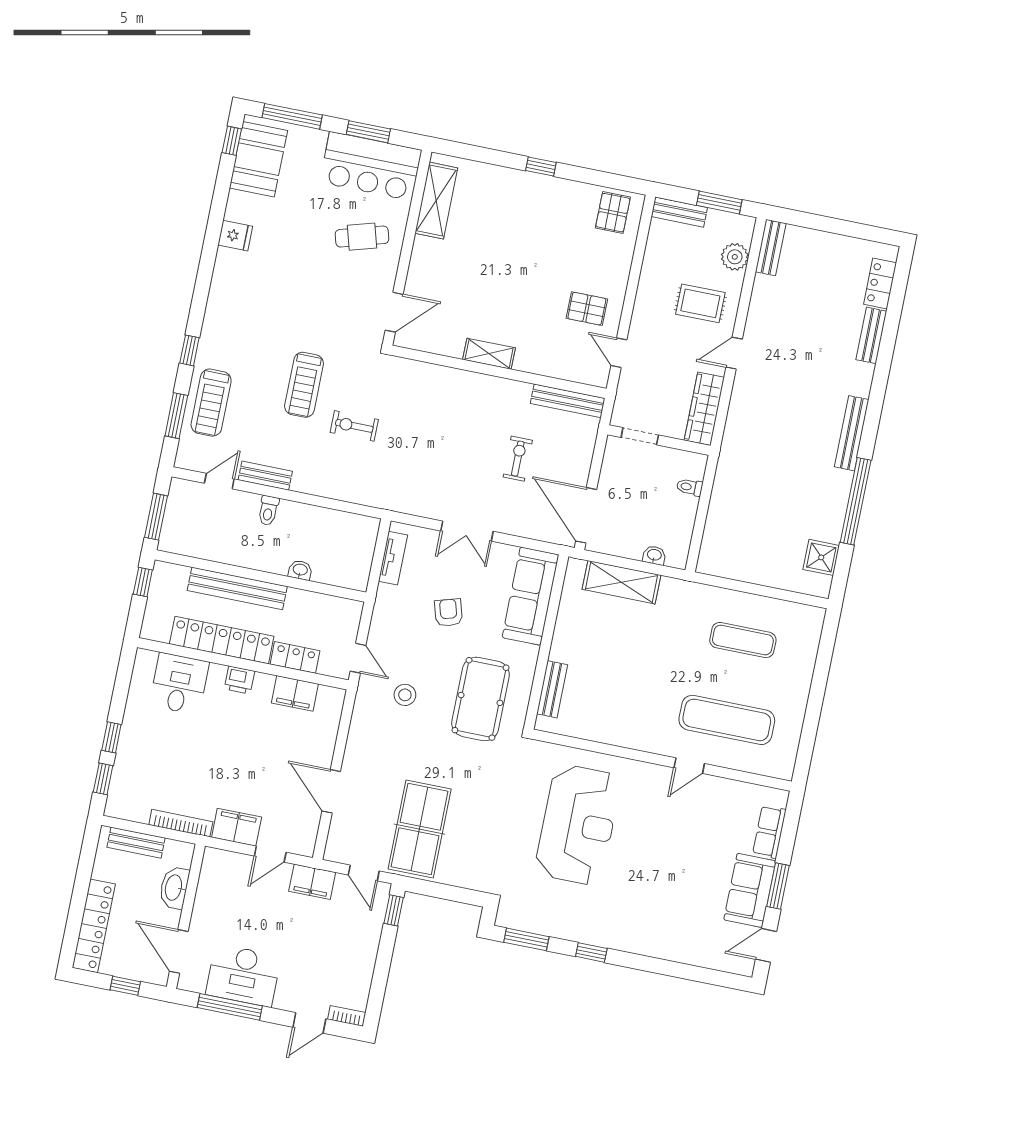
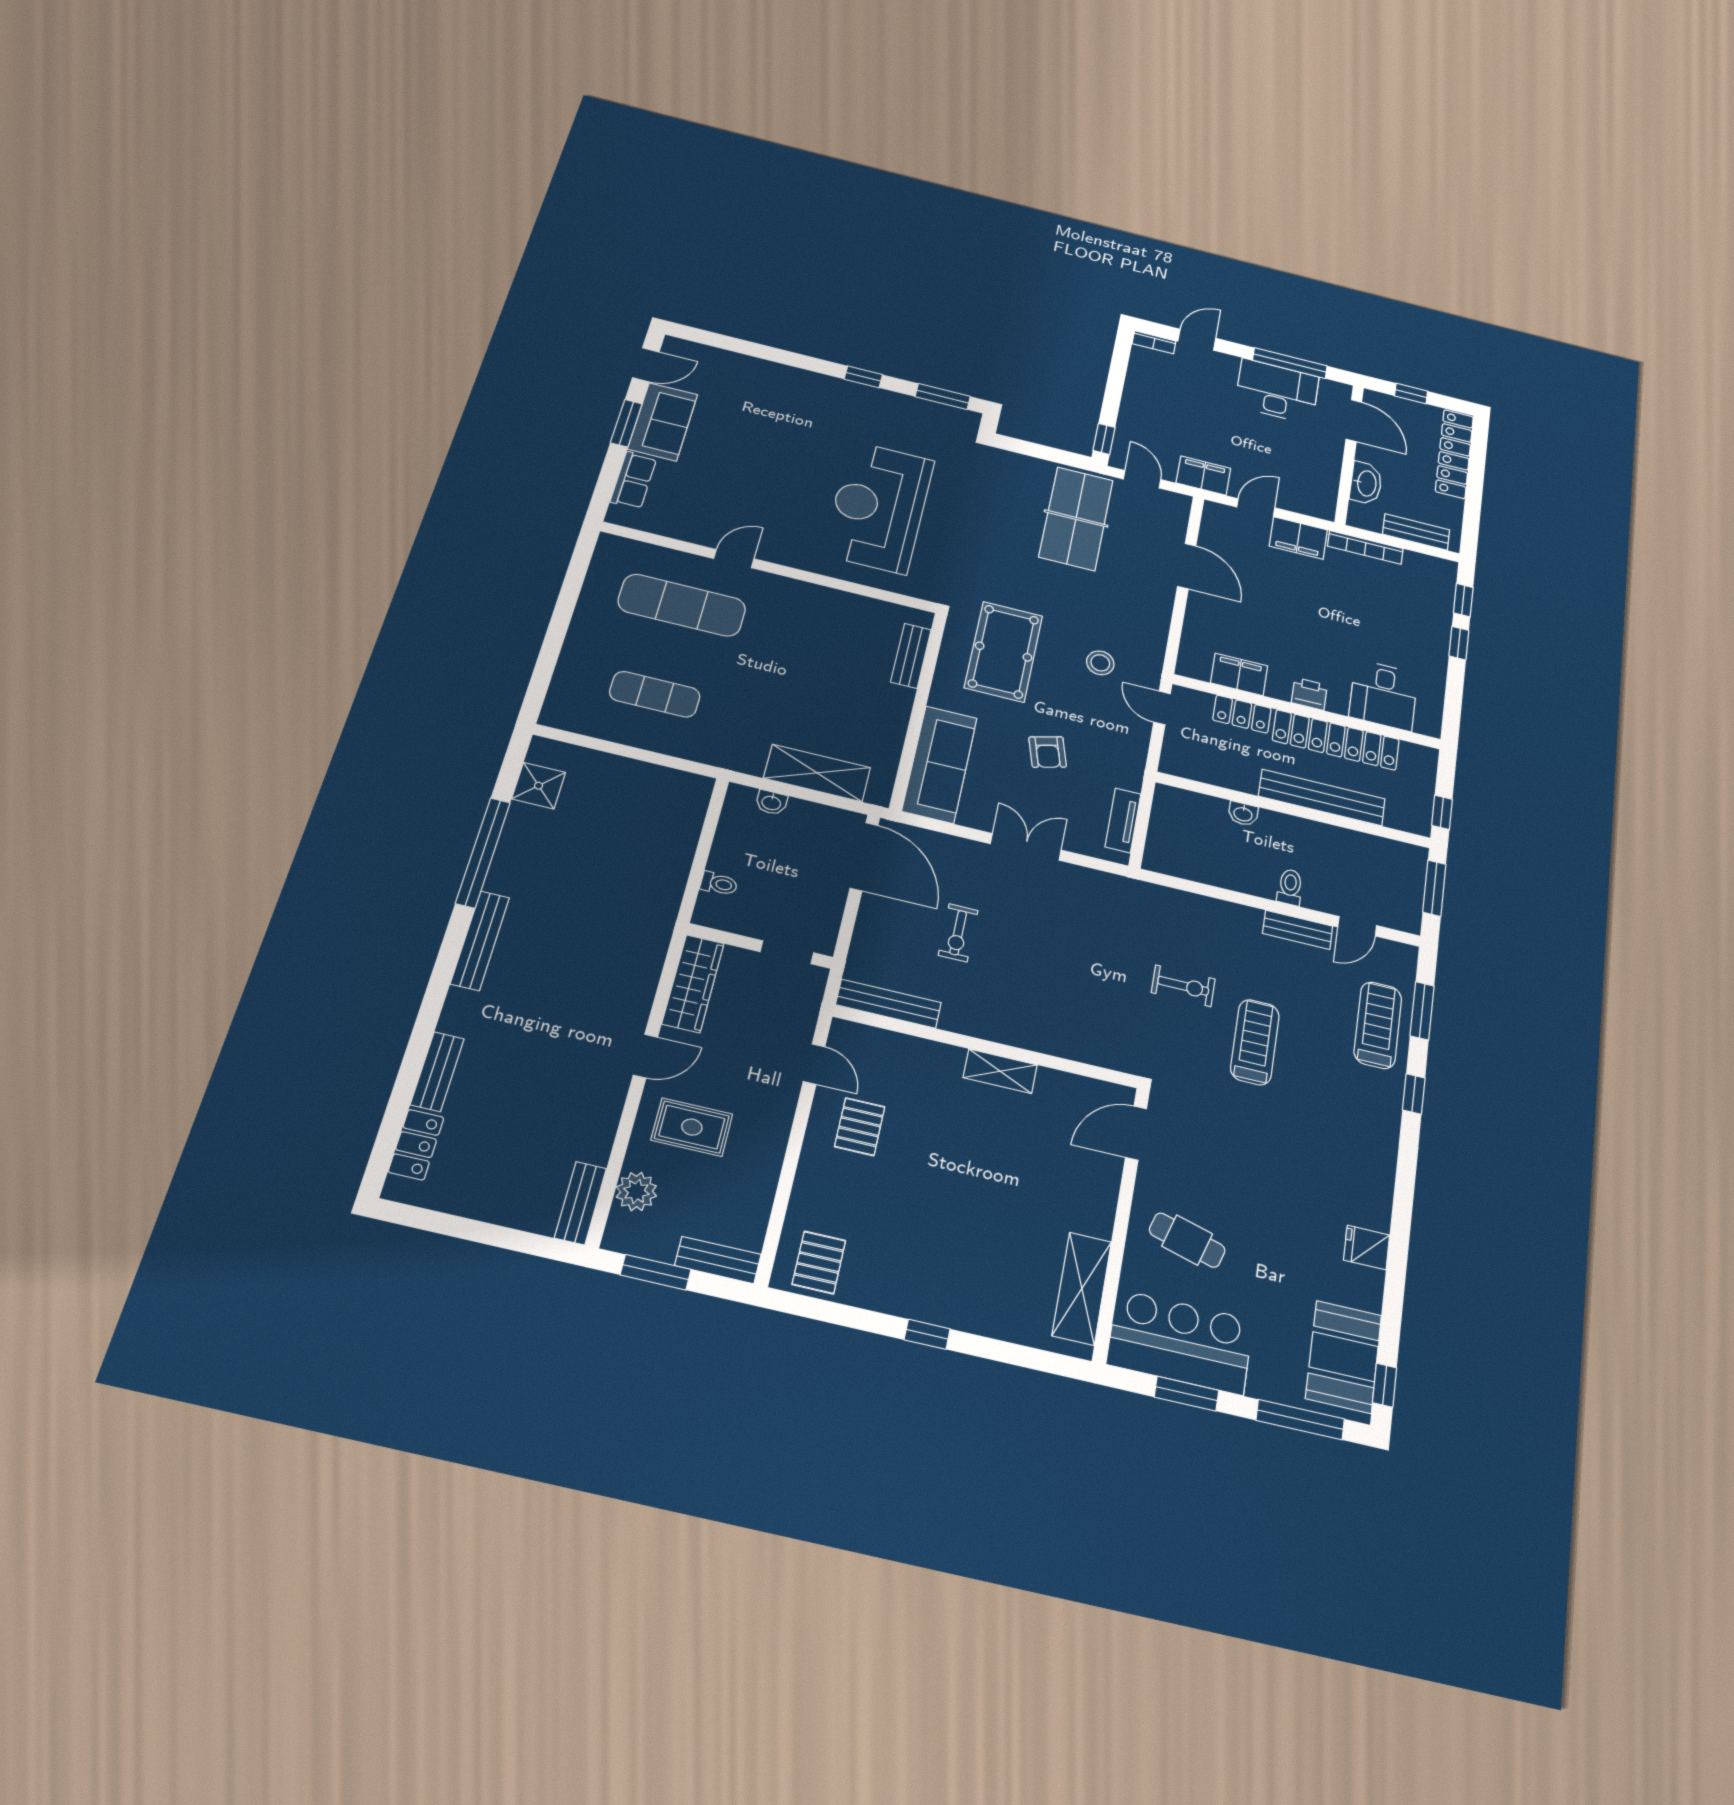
cafe table: (362, 237) -> (1187, 1240), turned 32
pallet: (587, 309) -> (860, 1127), turned 90

